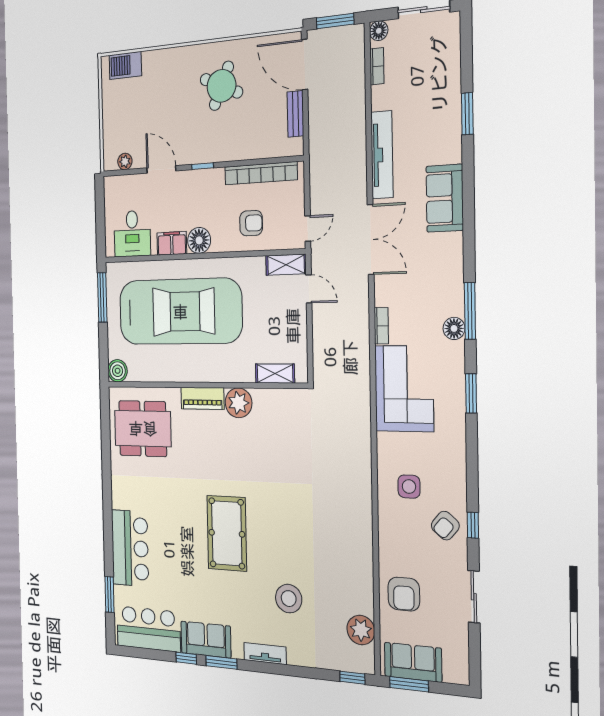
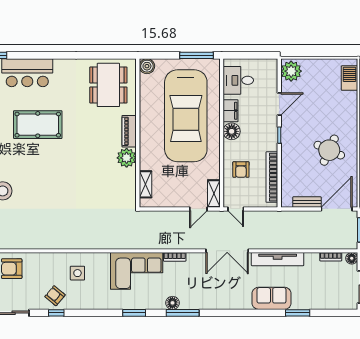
plant: (125, 161) -> (291, 71), width x1.88, depth x1.88
sofa: (445, 198) -> (272, 298), moved
pool table: (227, 533) -> (38, 125), moved

